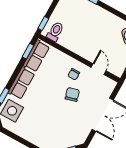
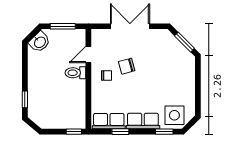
toilet: (55, 32) -> (75, 73), moved
window: (28, 51) -> (120, 132), moved

